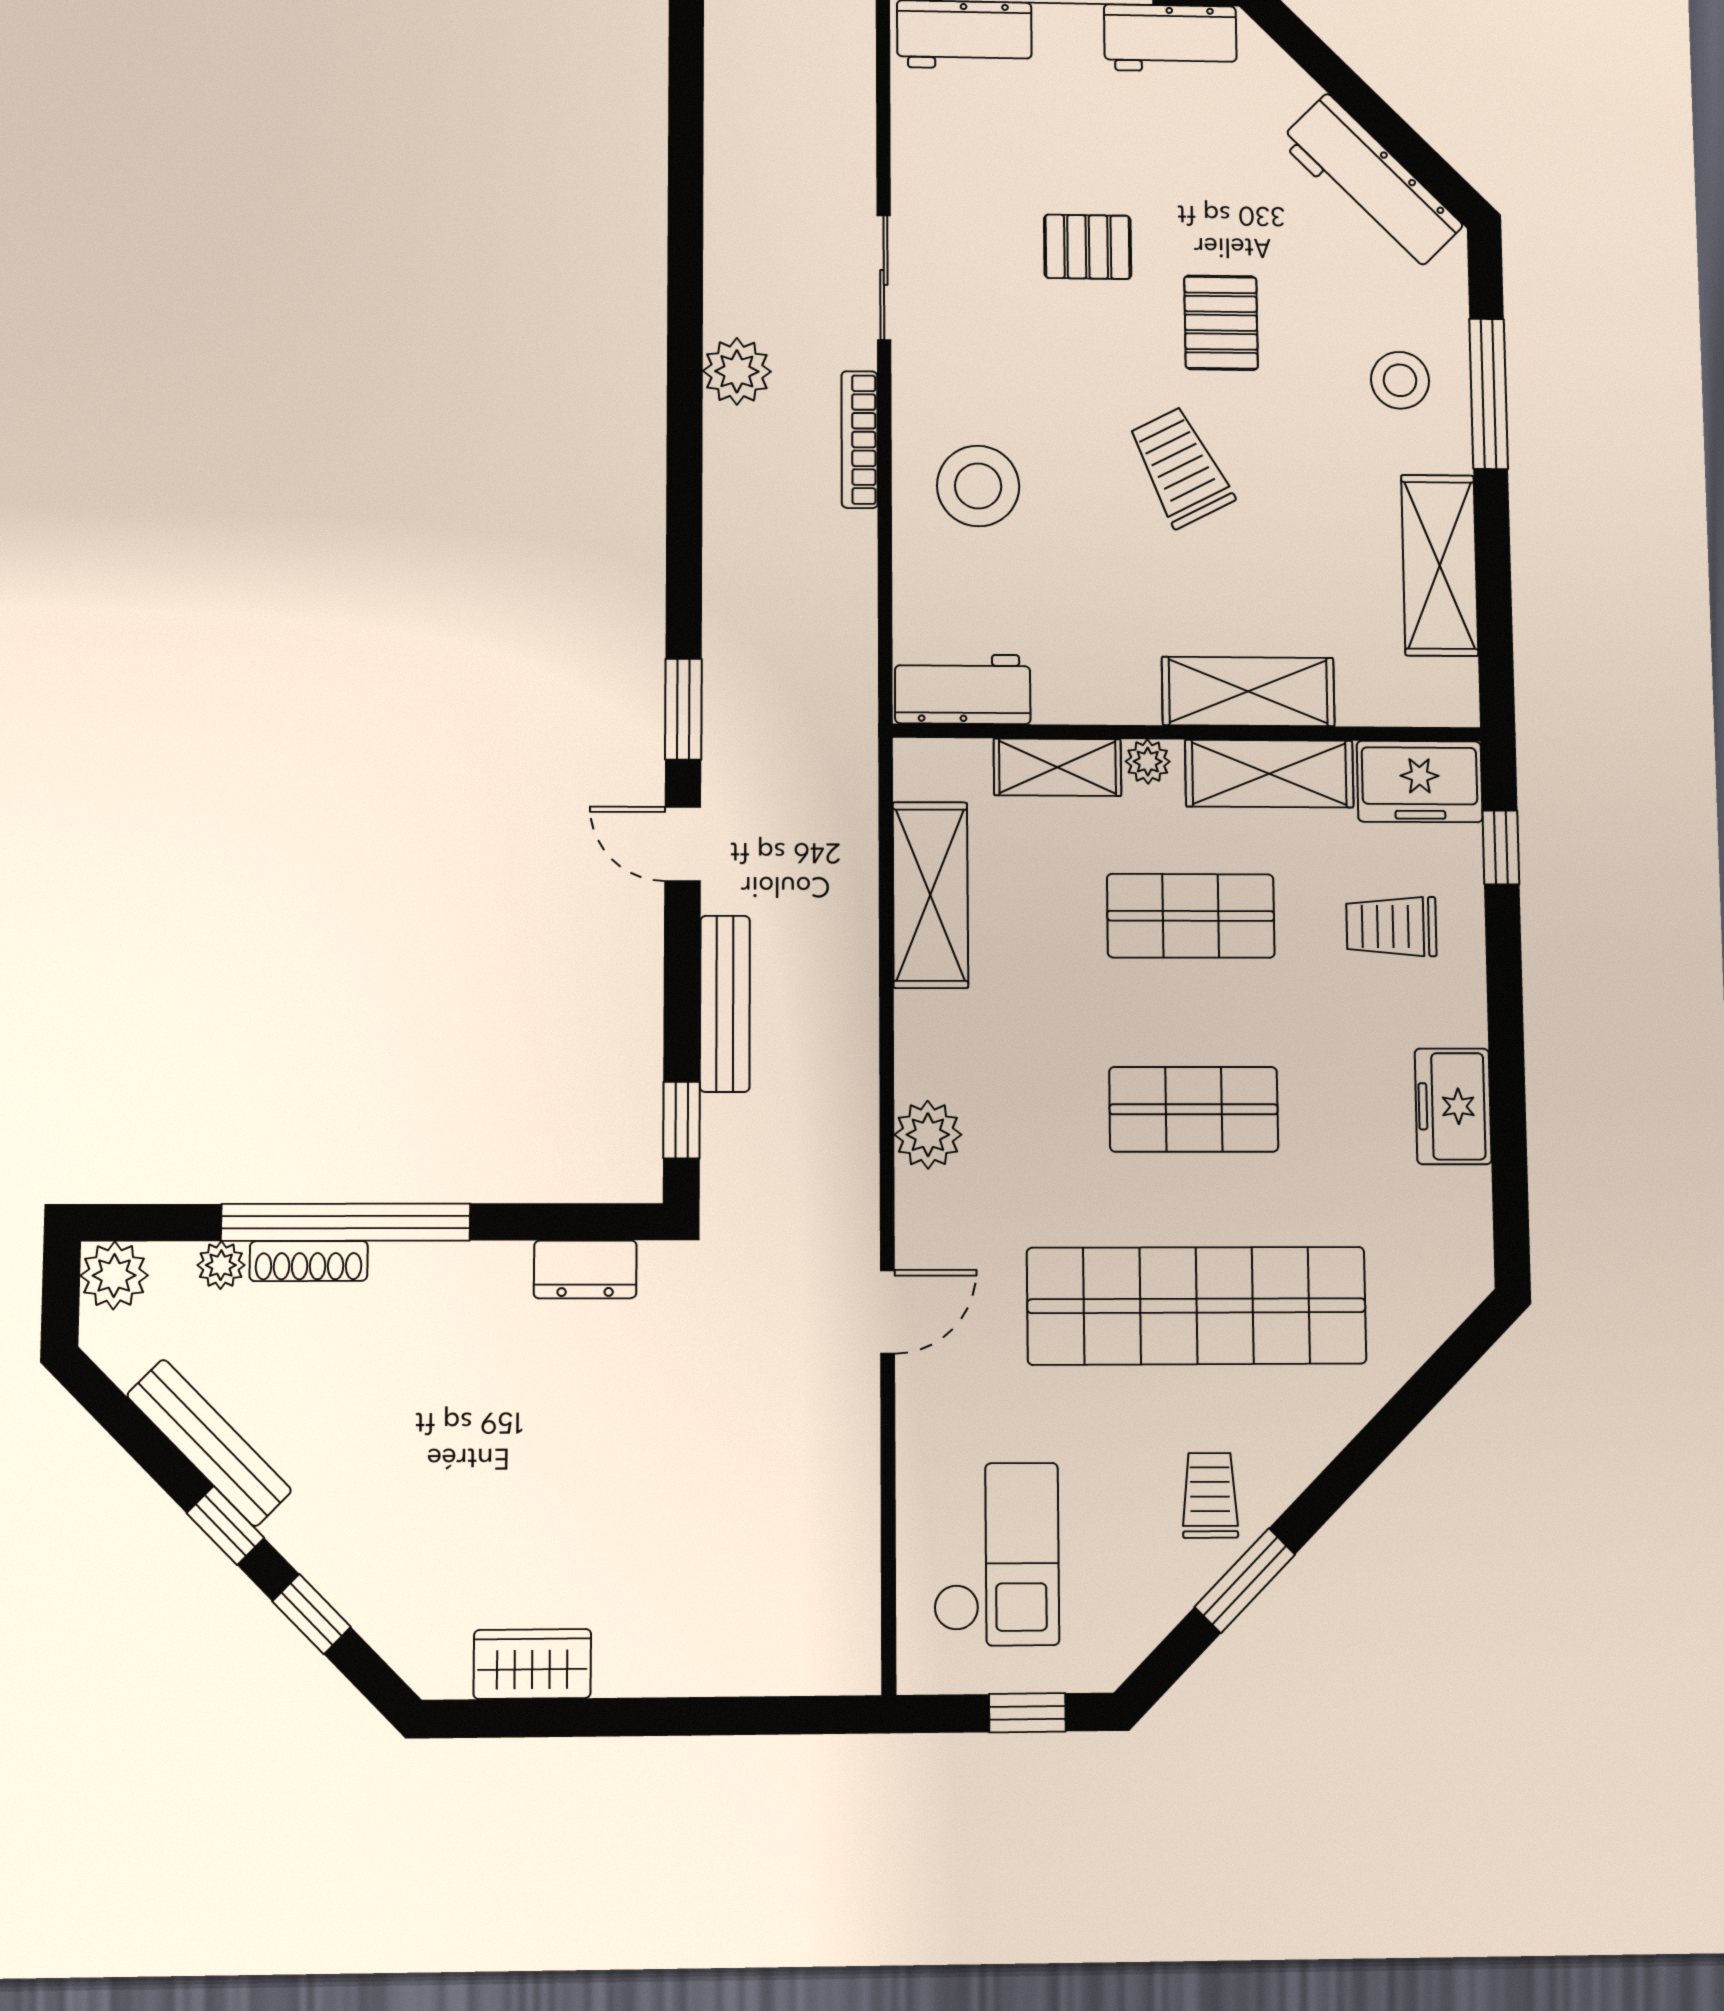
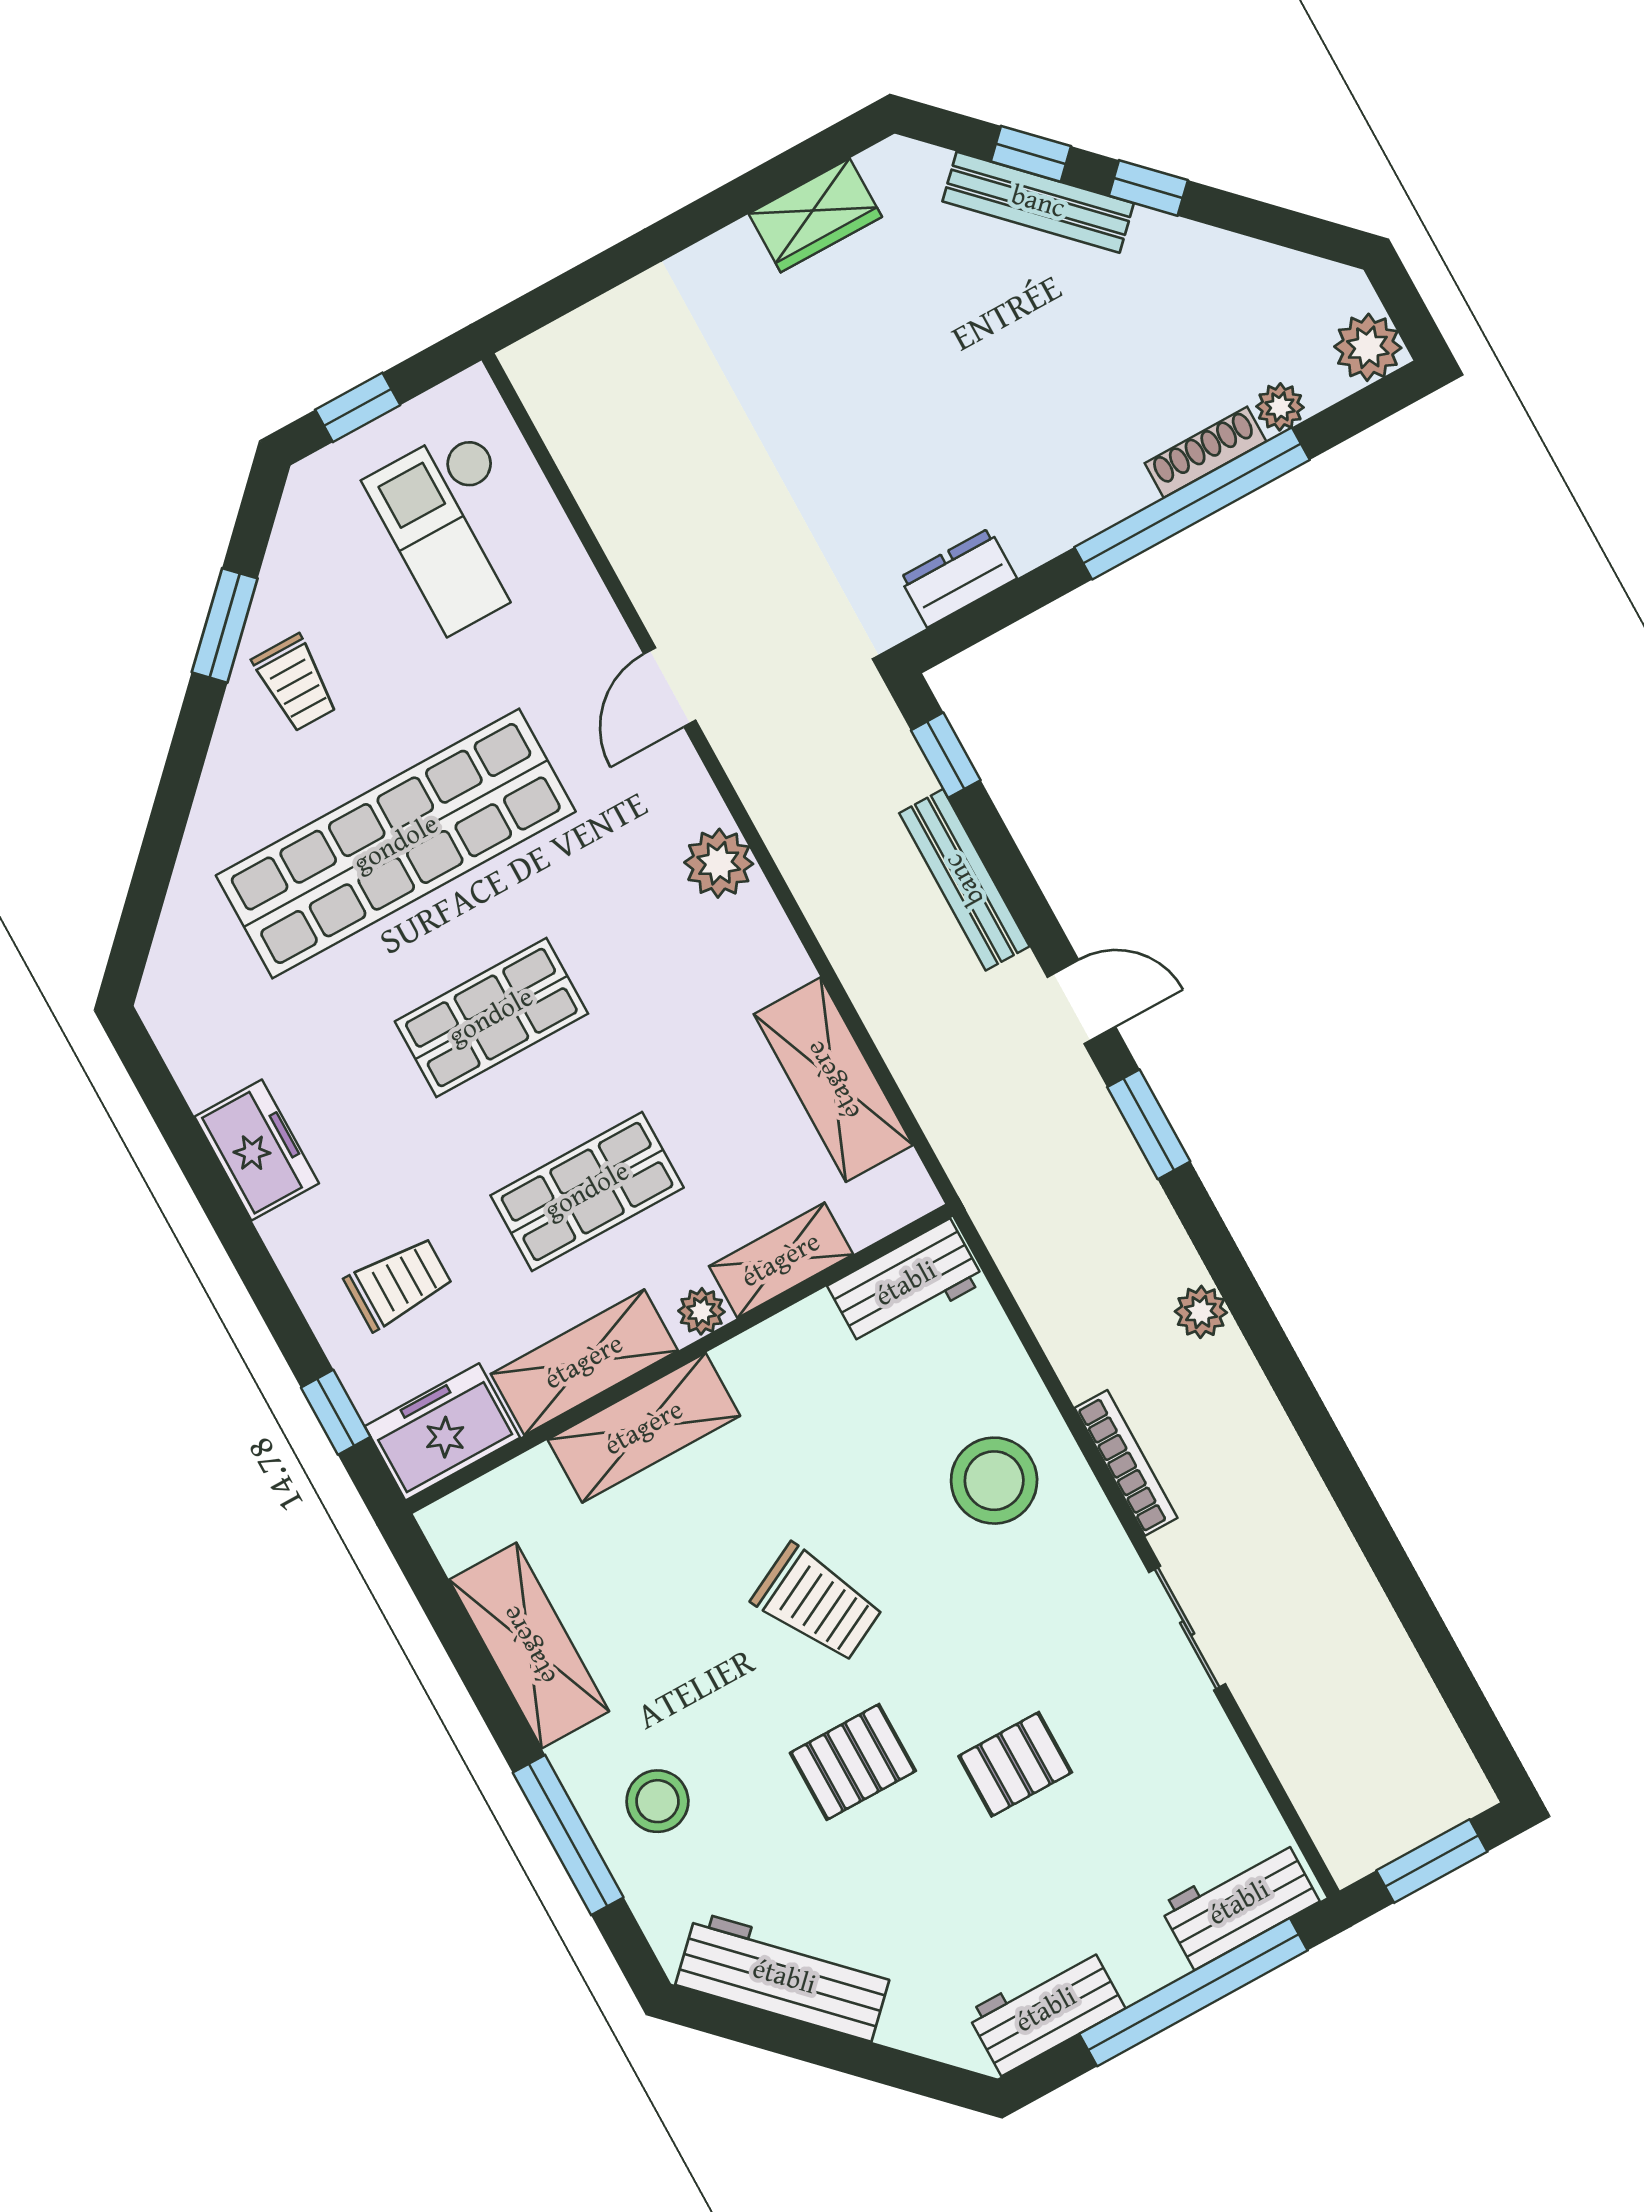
pallet: (1221, 323) -> (853, 1762), turned 90
plant: (737, 371) -> (1201, 1312), moved, width x0.73, depth x0.73
bench: (209, 1443) -> (1038, 202), moved

